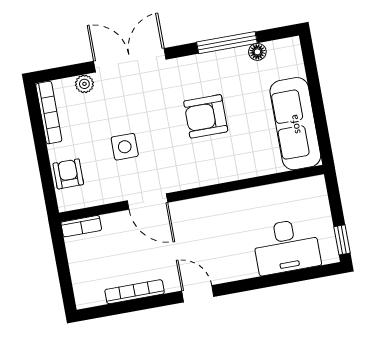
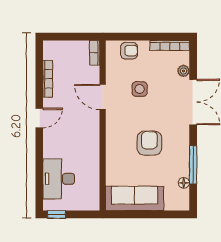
door: (147, 201) -> (103, 97), hinge flipped

